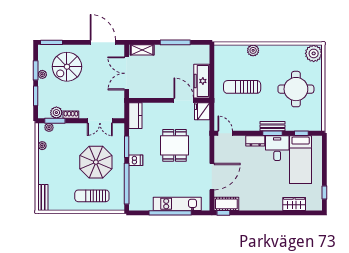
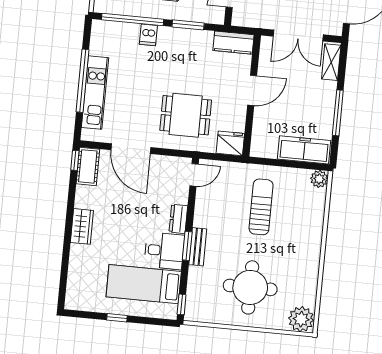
plant: (253, 50) -> (319, 179), moved
double door: (127, 73) -> (298, 36), swing flipped
freezer: (202, 81) -> (304, 150), moved
door: (184, 100) -> (252, 90), moved
window: (301, 133) -> (182, 304), moved
dining table: (175, 145) -> (186, 115), moved
dishwasher: (136, 160) -> (148, 35), moved
window: (324, 192) -> (117, 318), moved
wardrobe: (294, 204) -> (82, 226), moved

